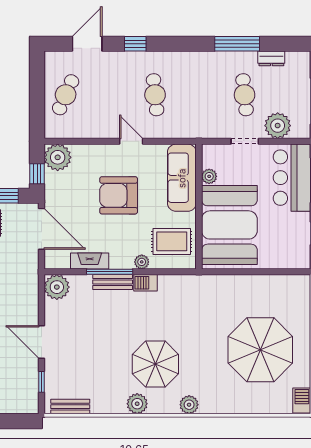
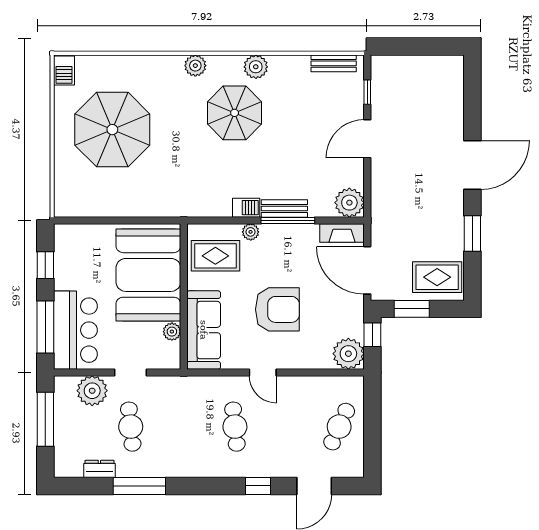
fireplace: (90, 261) -> (342, 233), moved
door: (42, 342) -> (367, 139), swing flipped

